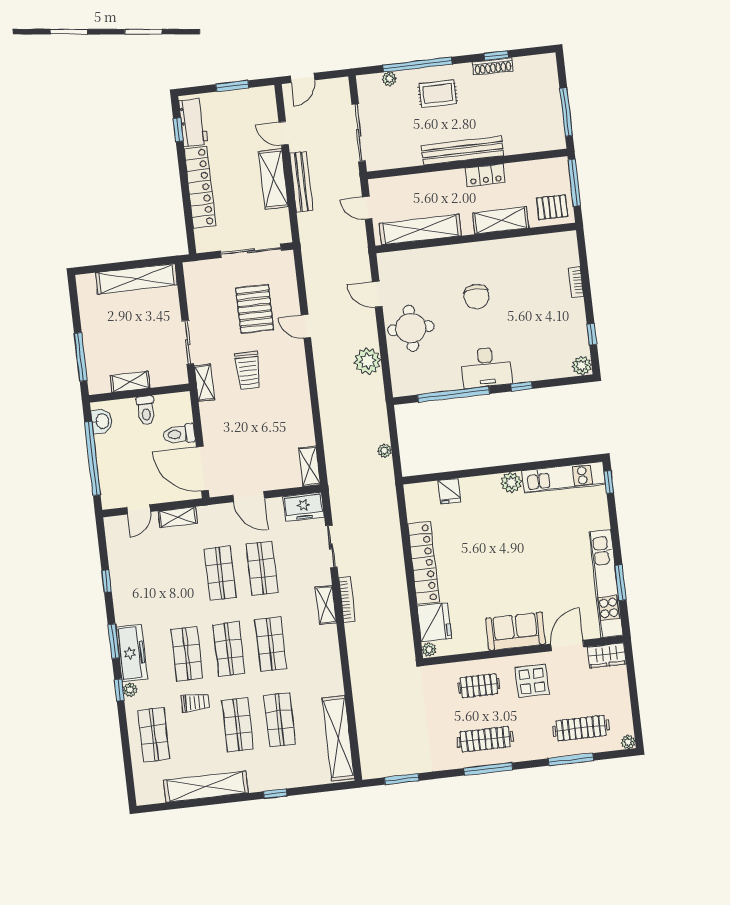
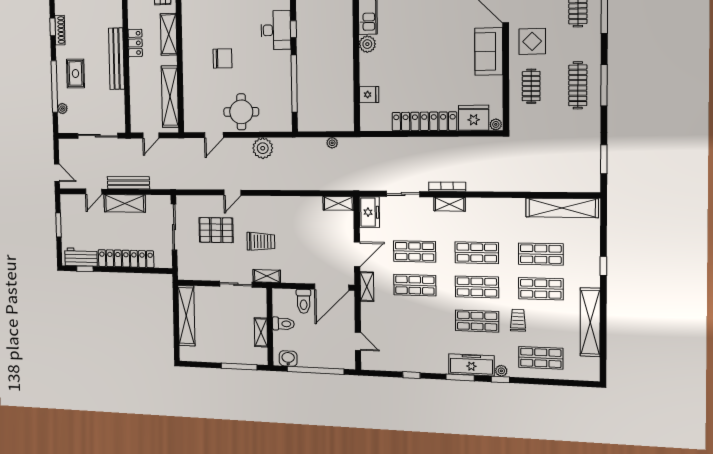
desk: (486, 367) -> (276, 30), moved
shelving: (178, 517) -> (367, 287), moved

